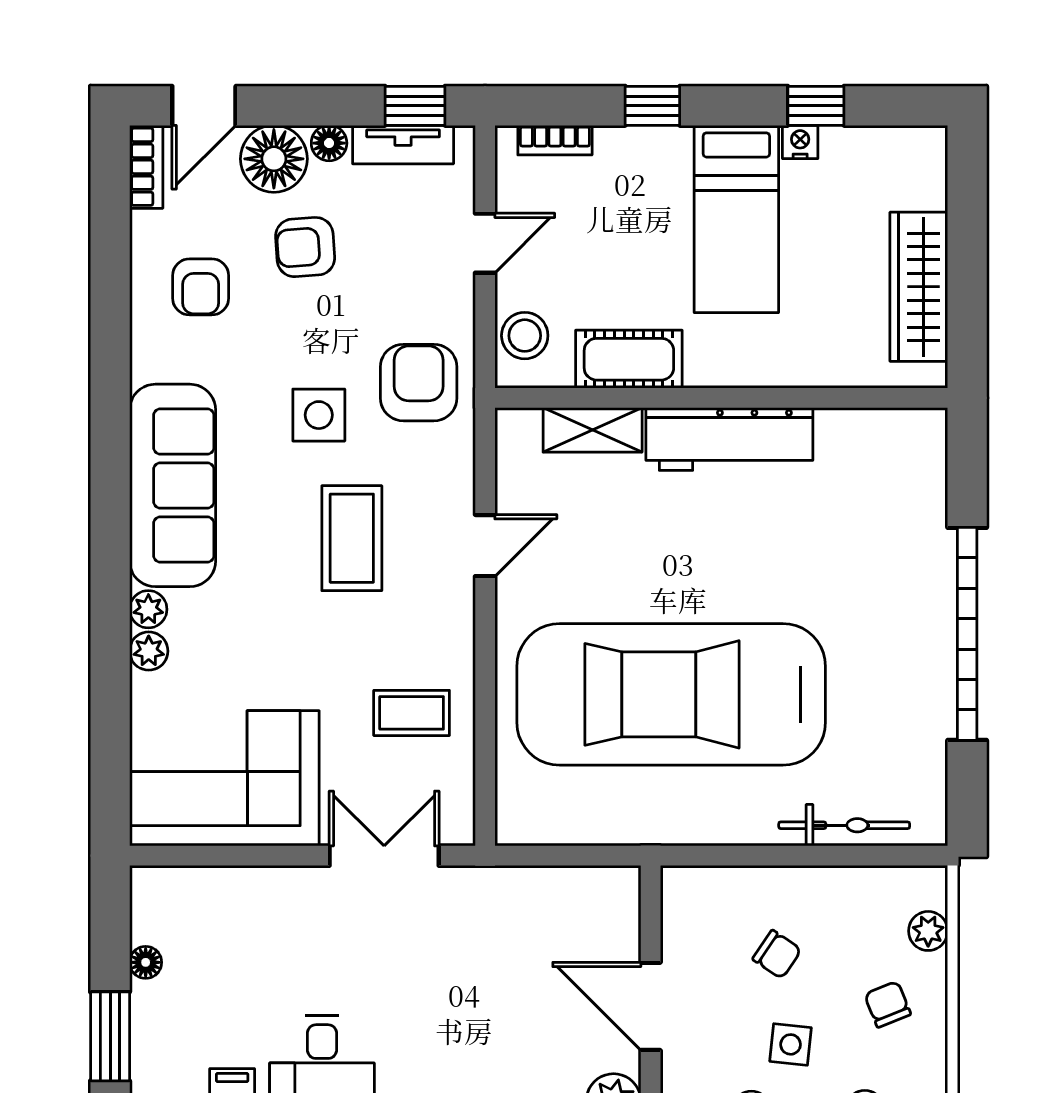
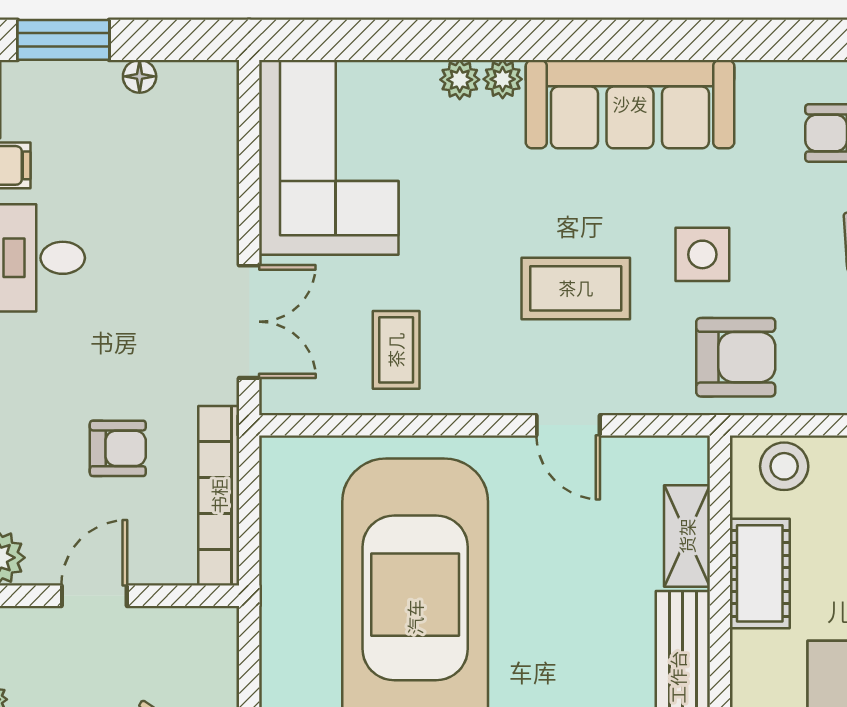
bookcase: (553, 885) -> (219, 496), added
armchair: (507, 983) -> (118, 448), added
door: (651, 1006) -> (94, 596), width x0.73

